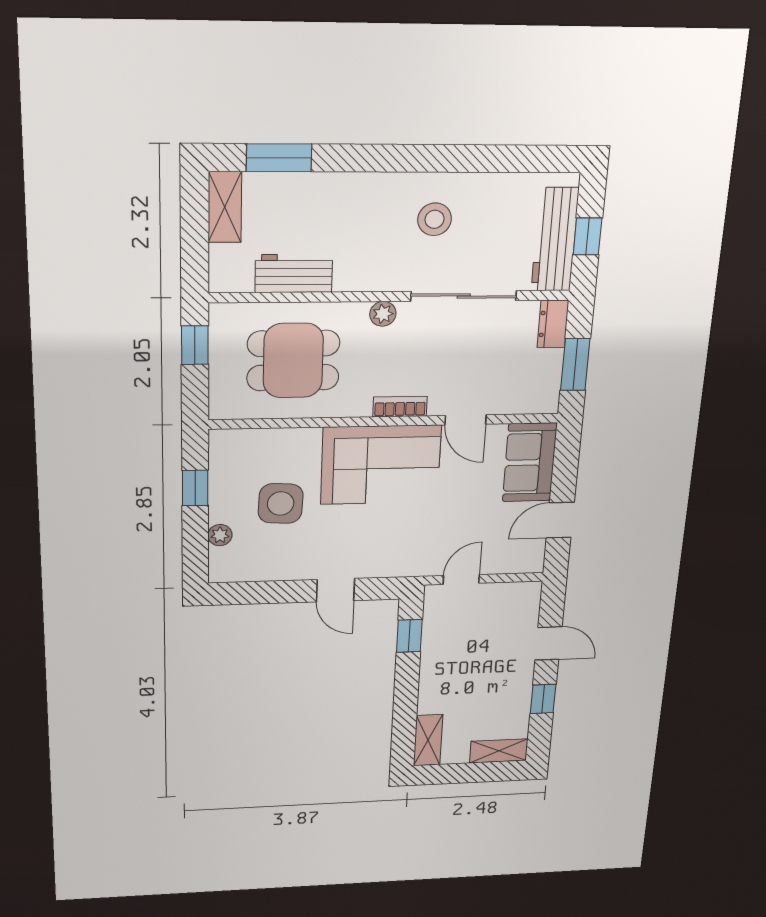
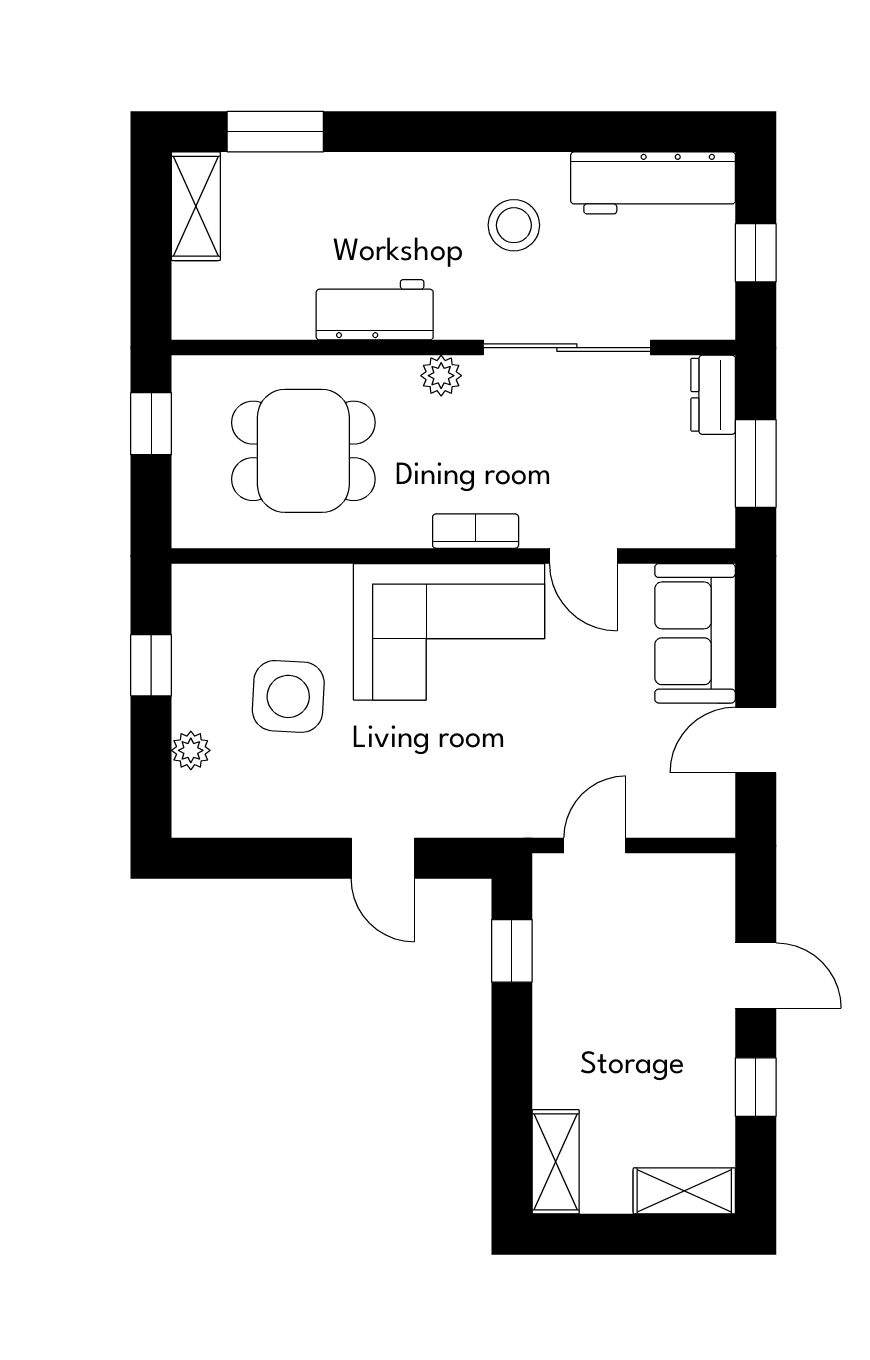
workbench: (555, 240) -> (653, 183), moved, turned -90
workbench: (294, 273) -> (375, 310), moved

